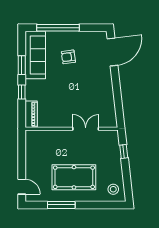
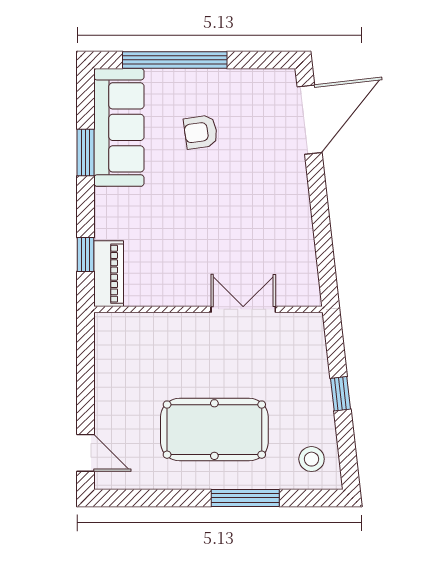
window: (22, 92) -> (85, 255), moved
window: (124, 151) -> (341, 394), moved
window: (61, 205) -> (245, 498), moved

